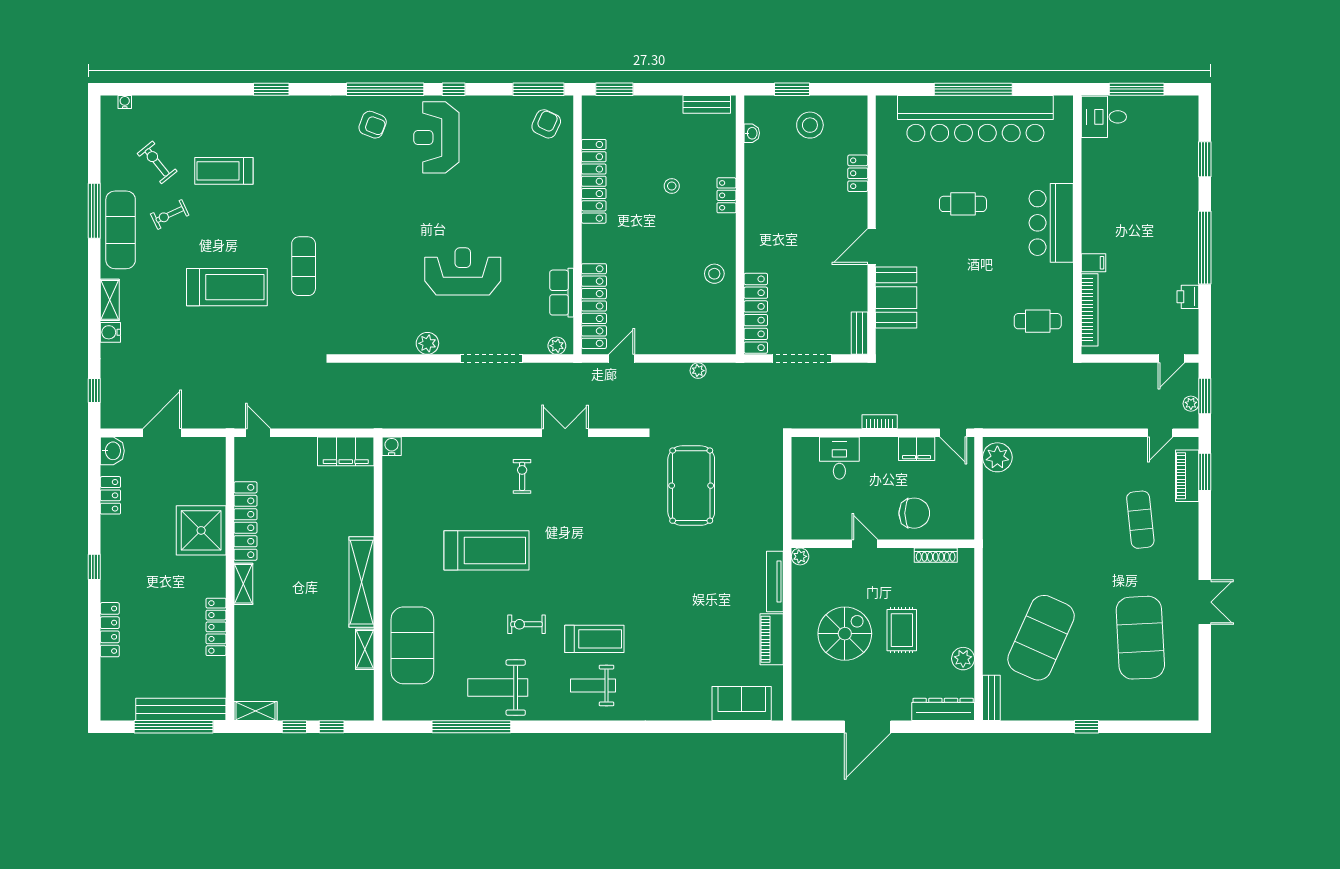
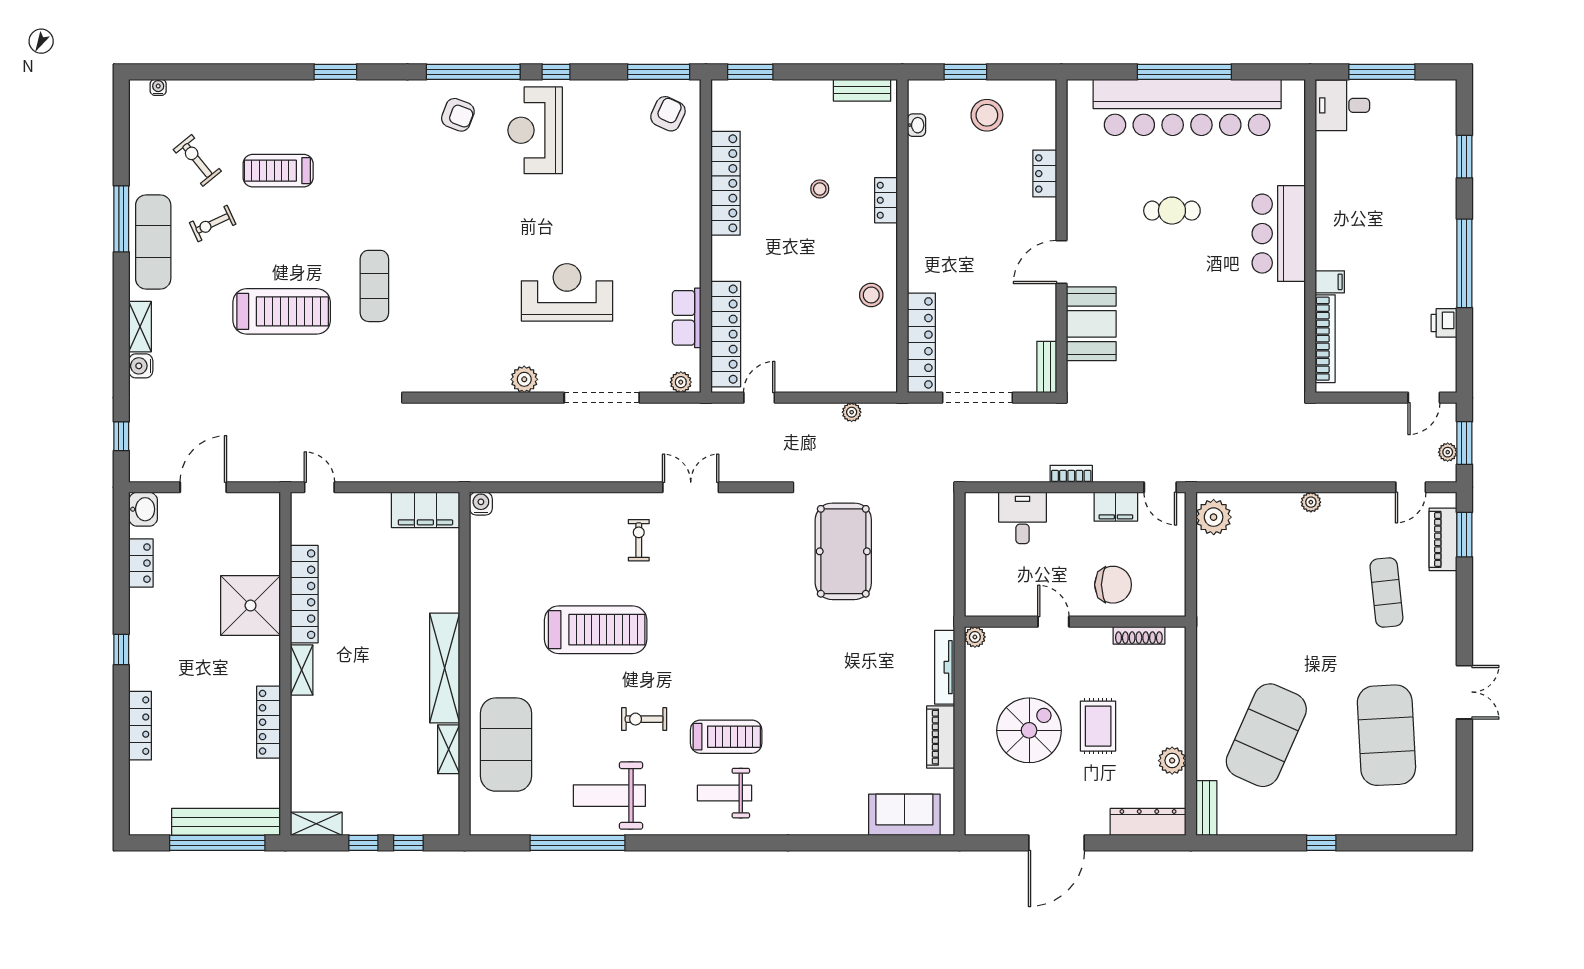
cafe table: (1038, 321) -> (1262, 352), removed
plant: (1078, 445) -> (1311, 502), added

